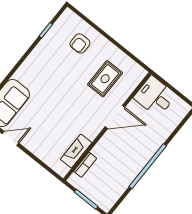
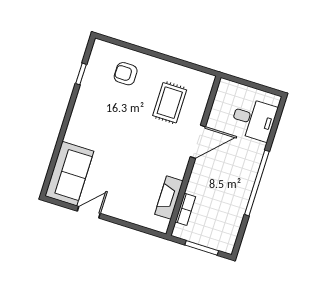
armchair: (80, 43) -> (126, 74), turned 90
desk: (155, 96) -> (254, 119), moved, turned 180

